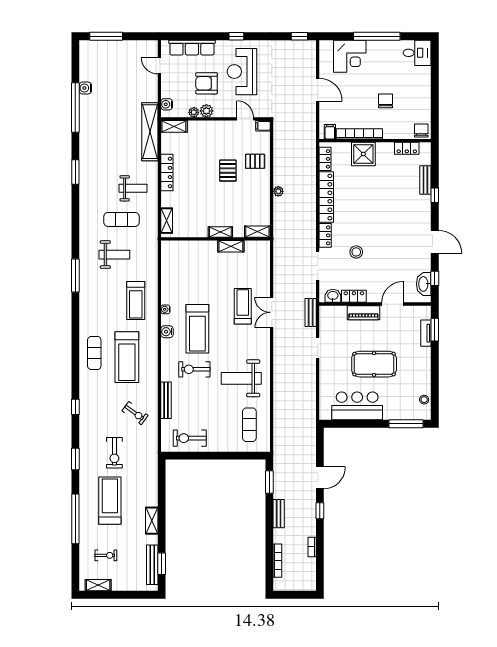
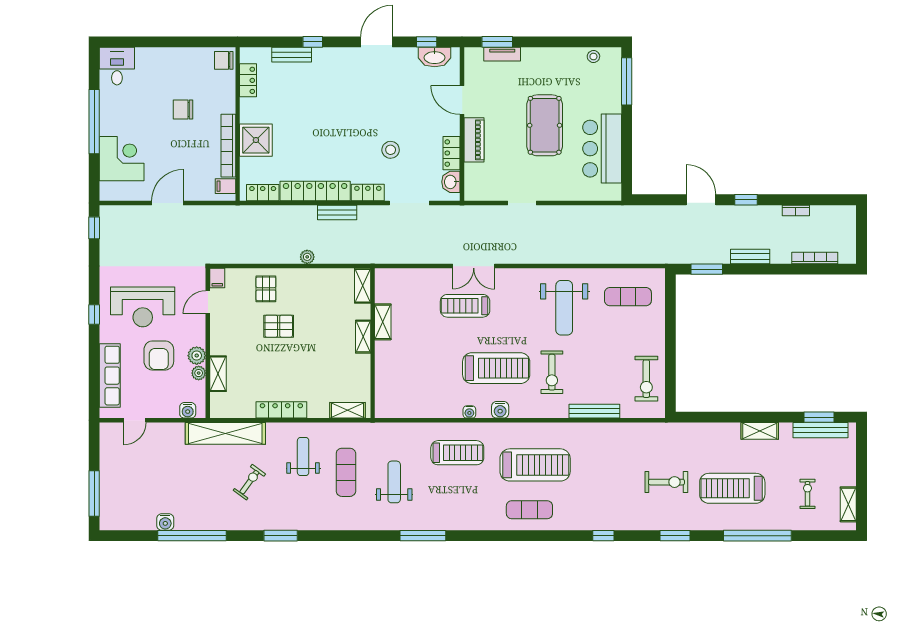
shelving: (174, 126) -> (218, 374), moved
bench: (311, 313) -> (337, 212), moved
exercise bike: (135, 413) -> (249, 482), moved

